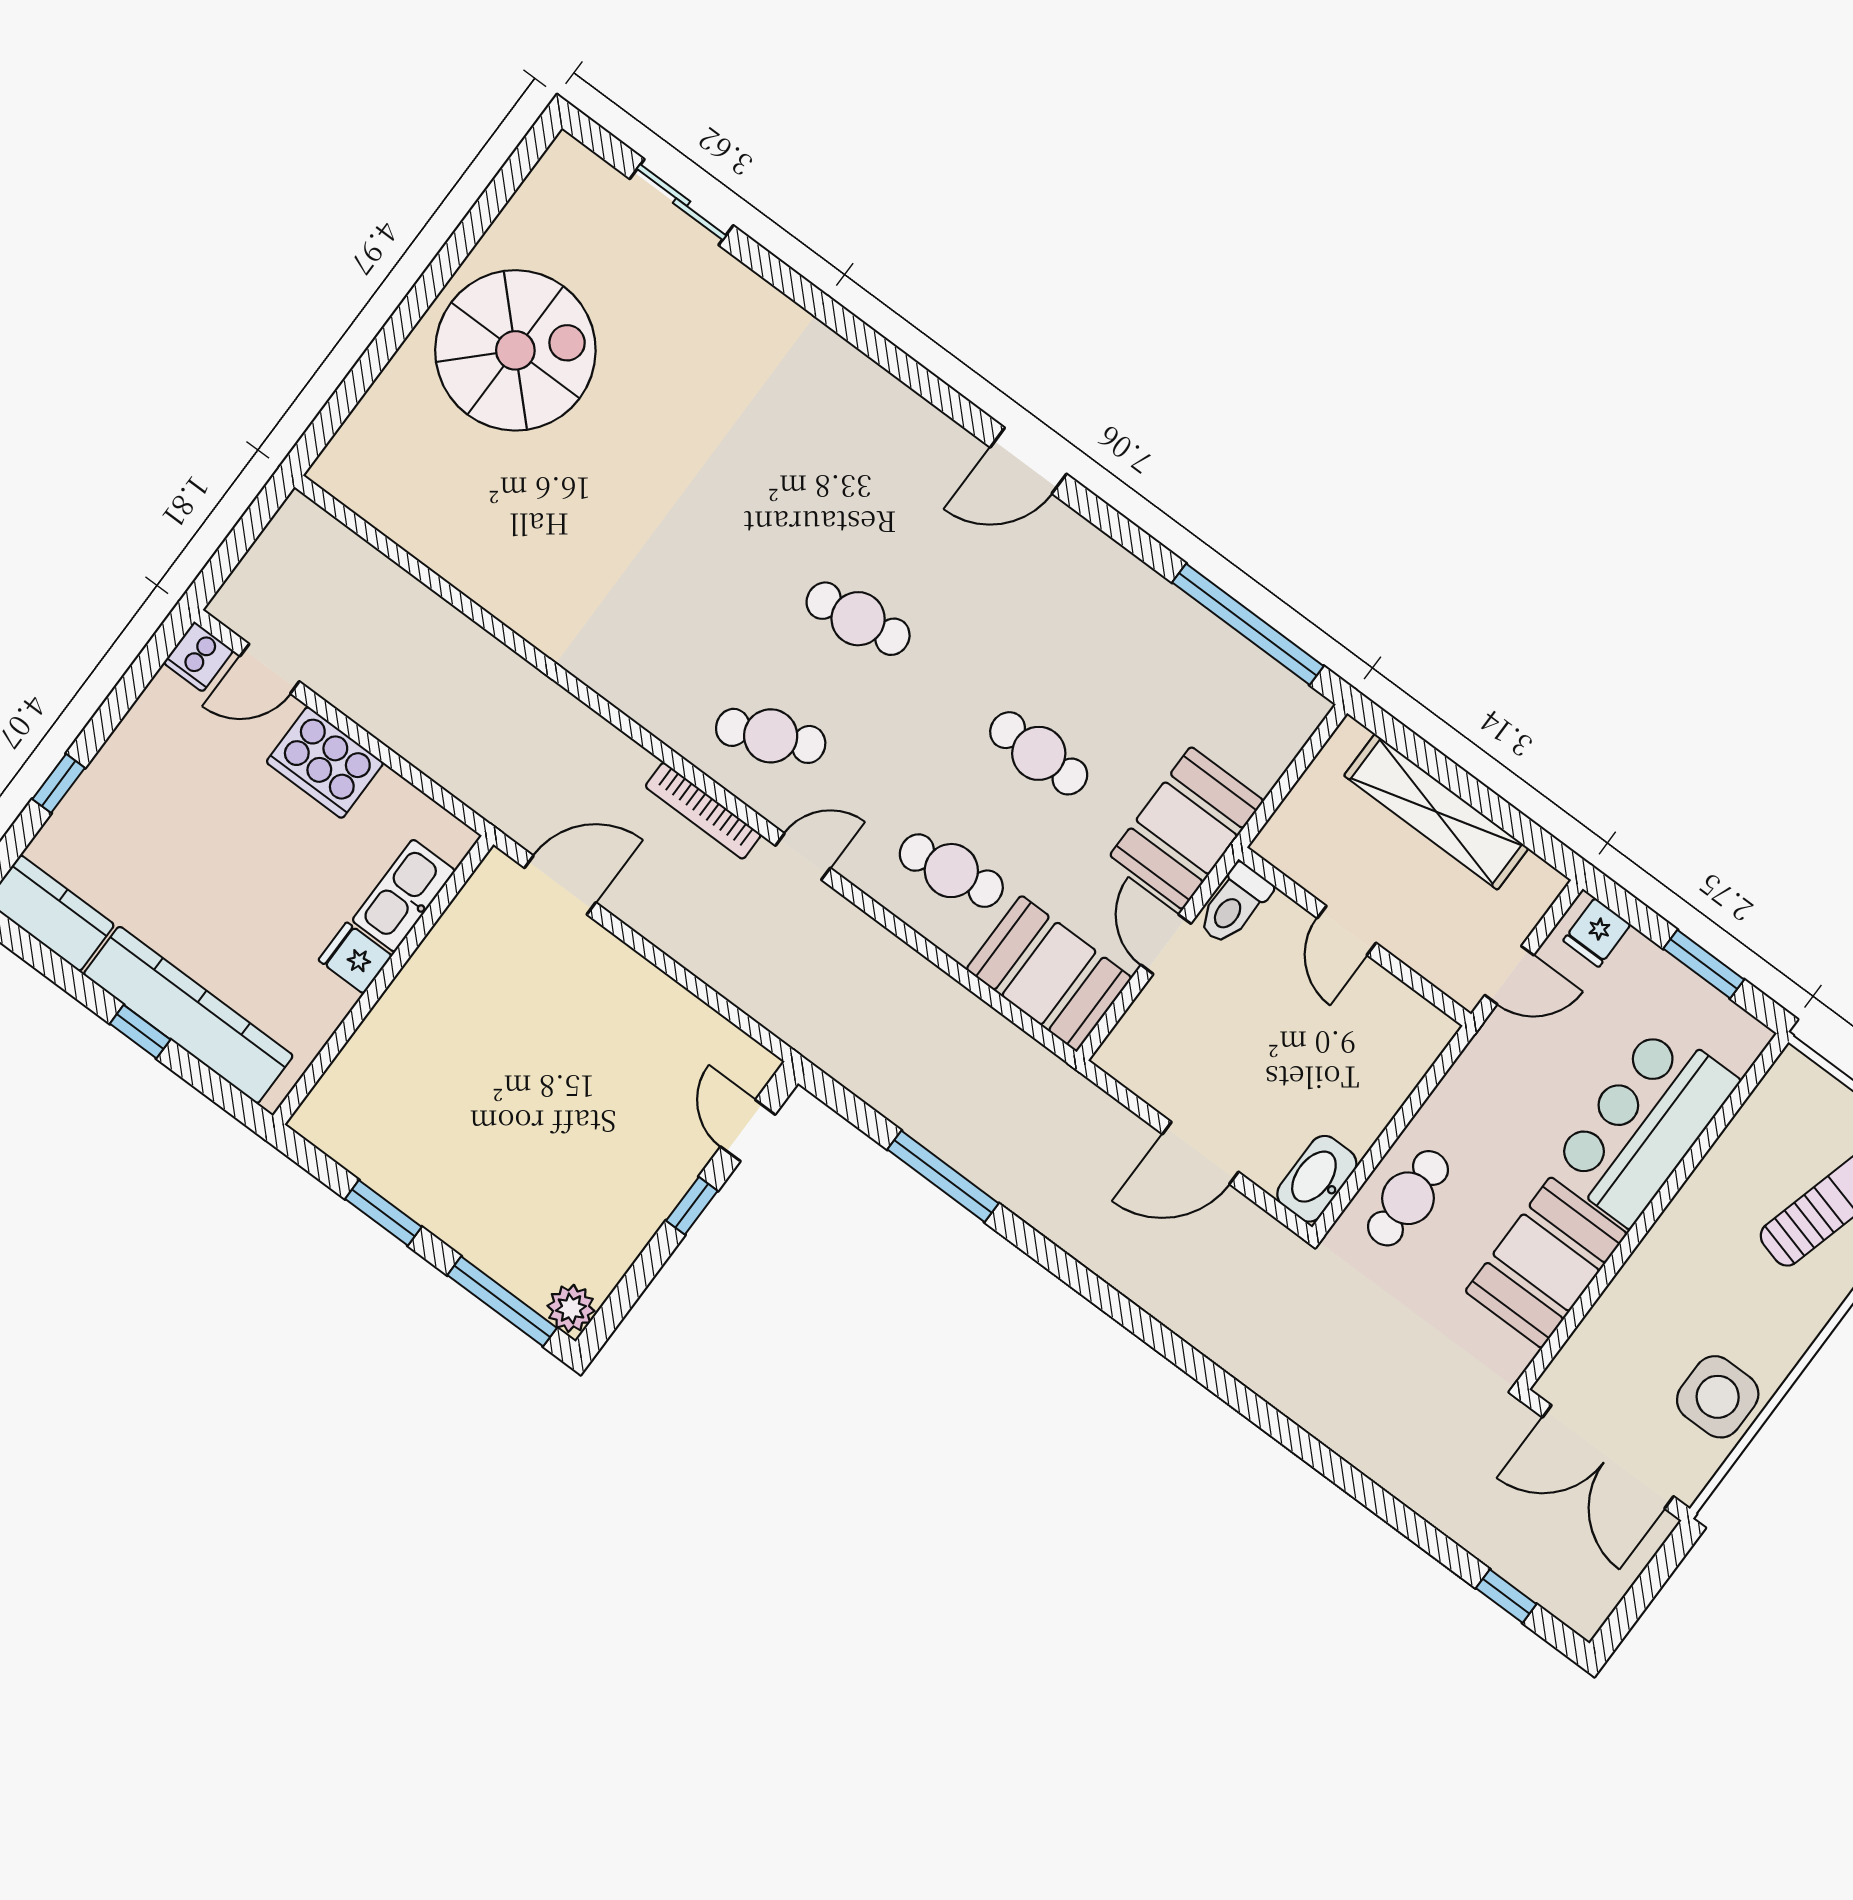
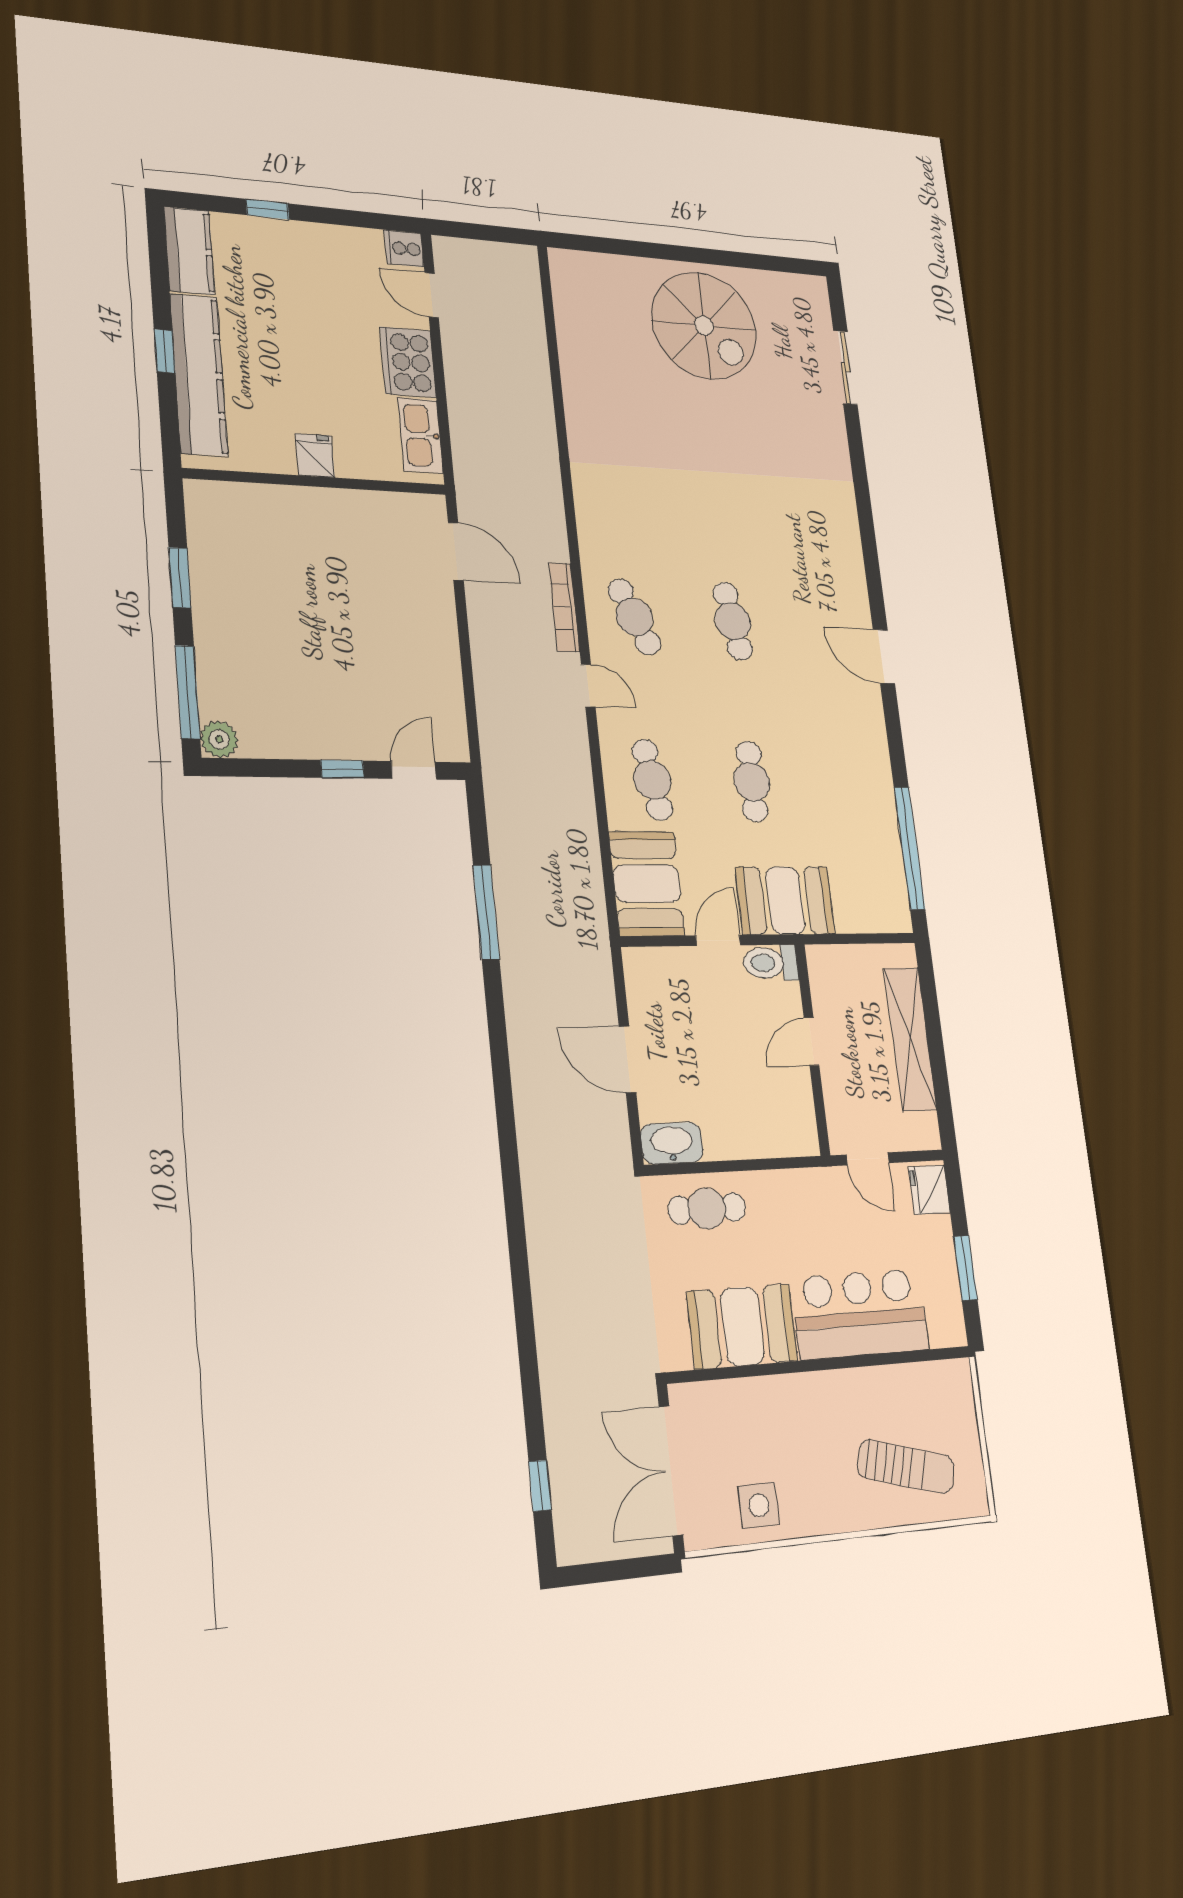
kitchen sink: (404, 896) -> (421, 435), moved, turned -90
fridge: (1597, 933) -> (929, 1190), width x1.38
side table: (1718, 1397) -> (759, 1505), width x0.73, depth x0.73

